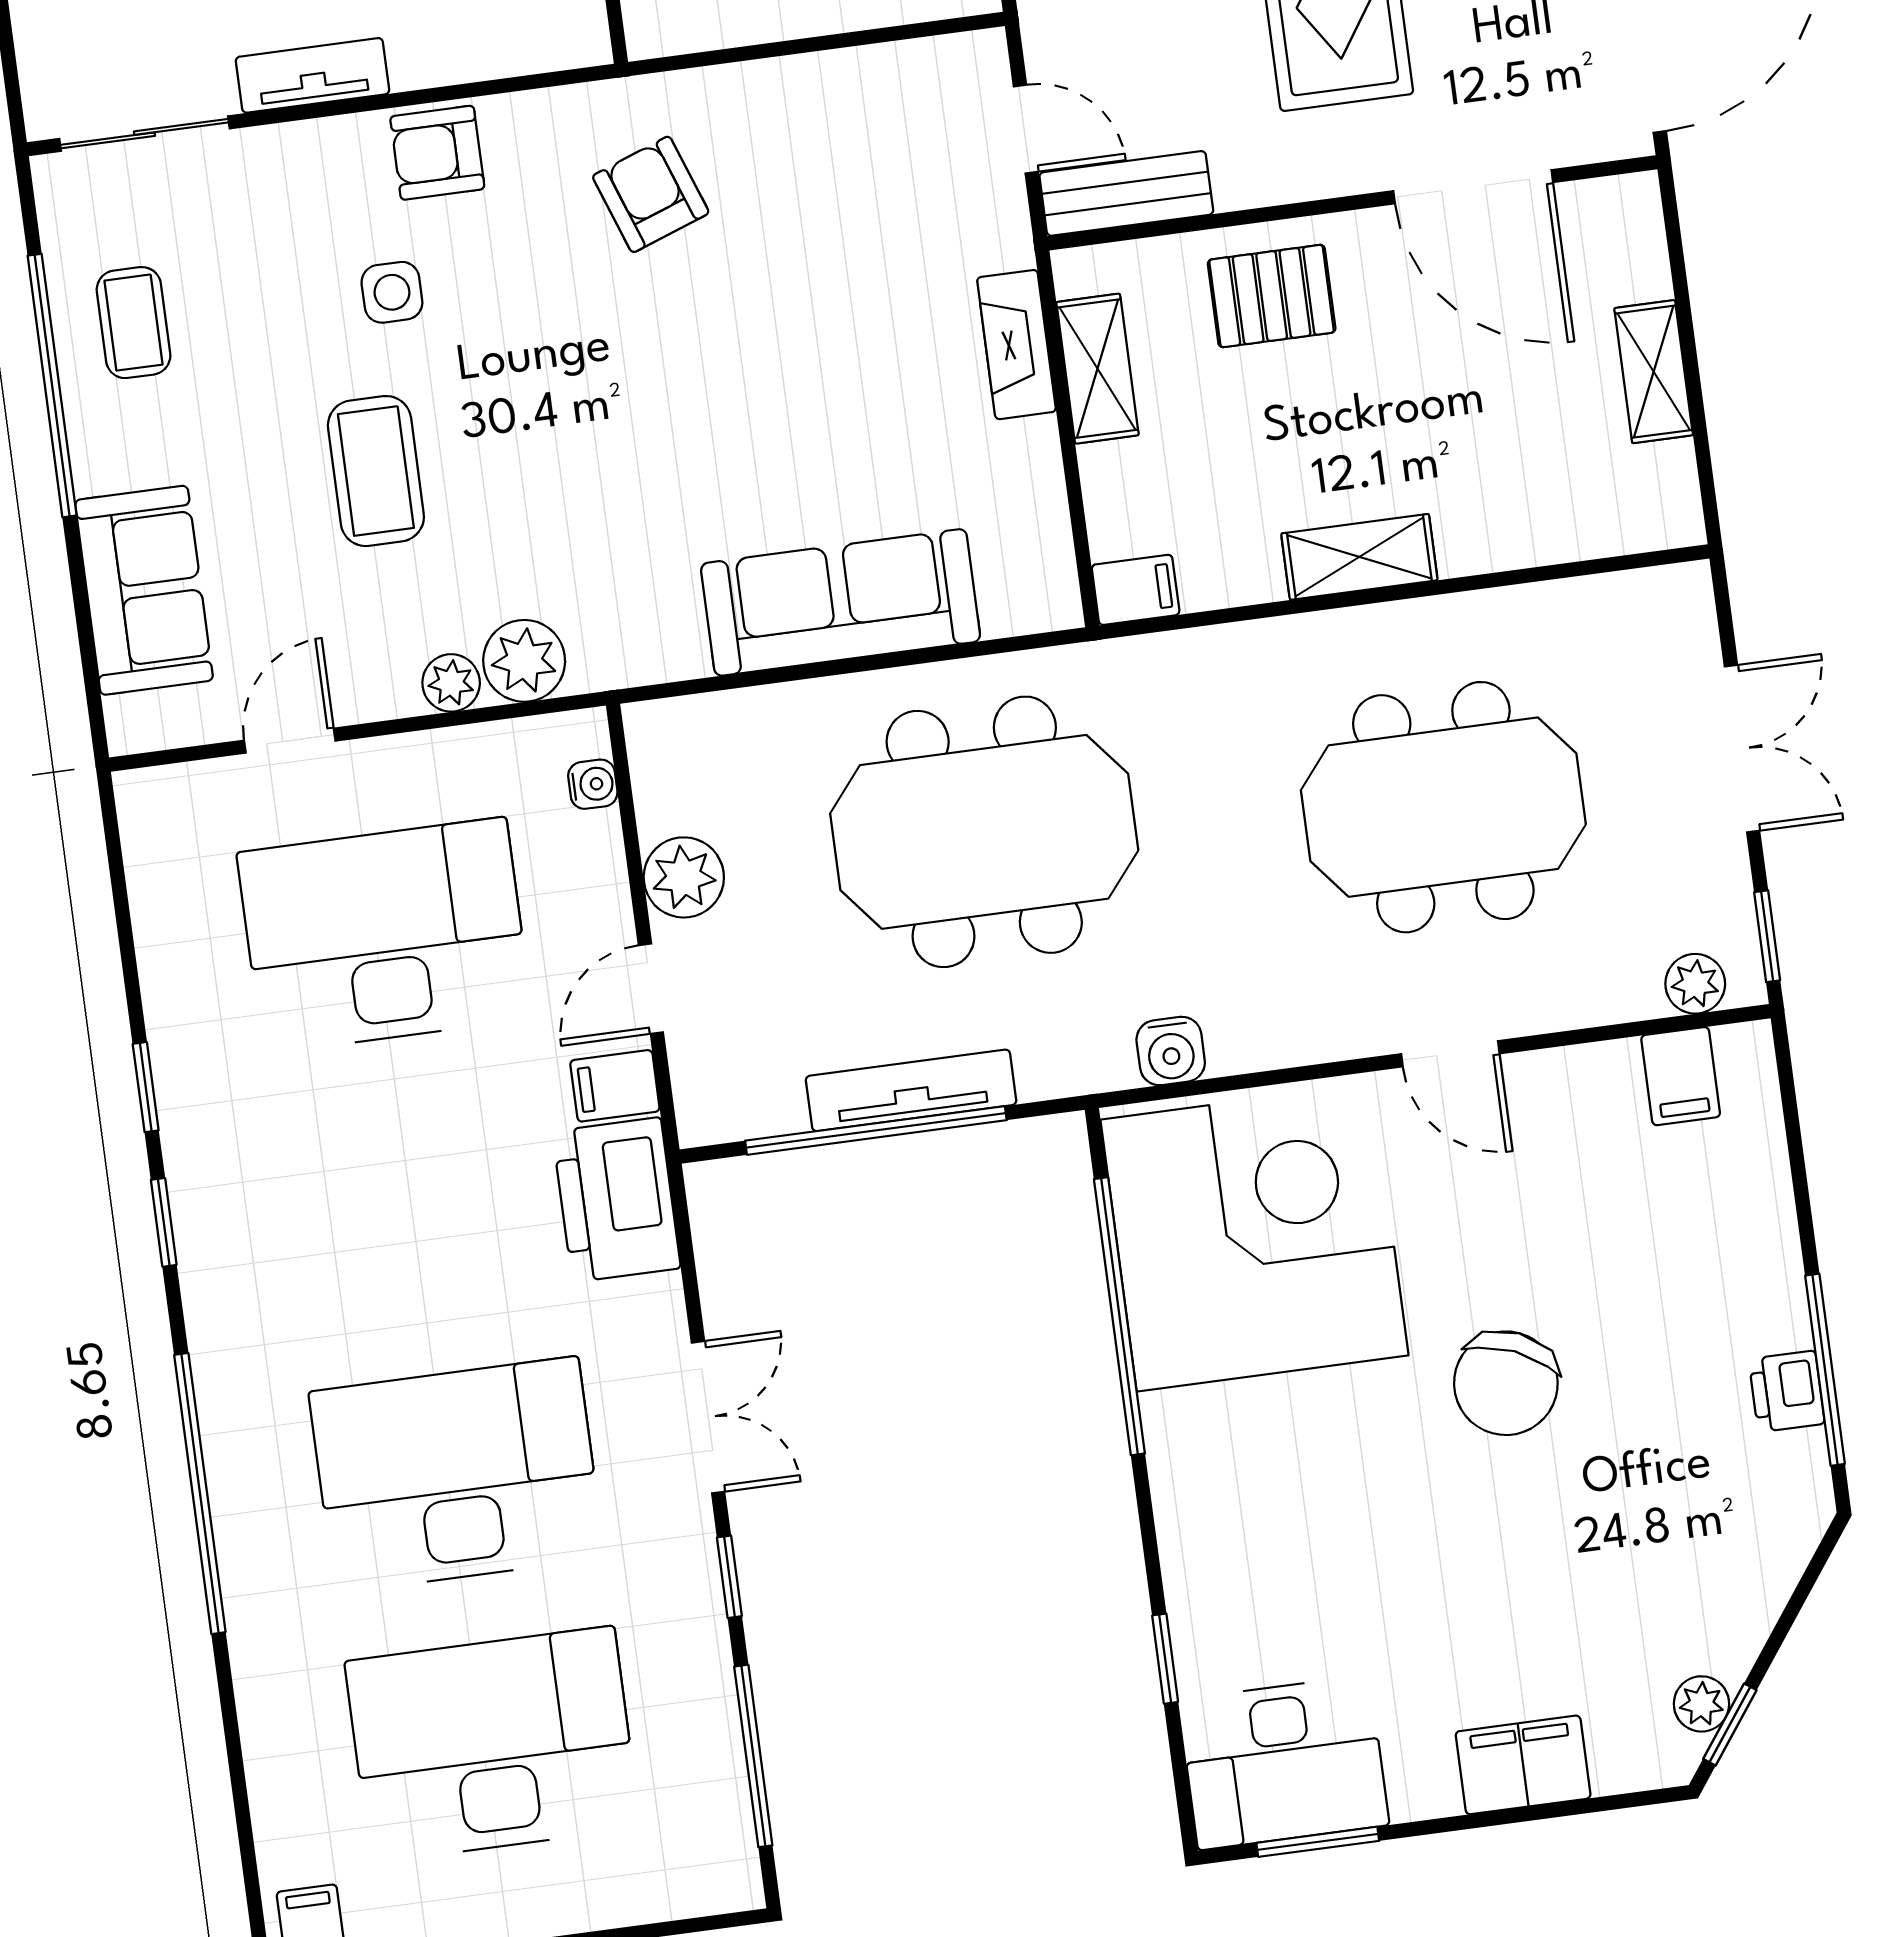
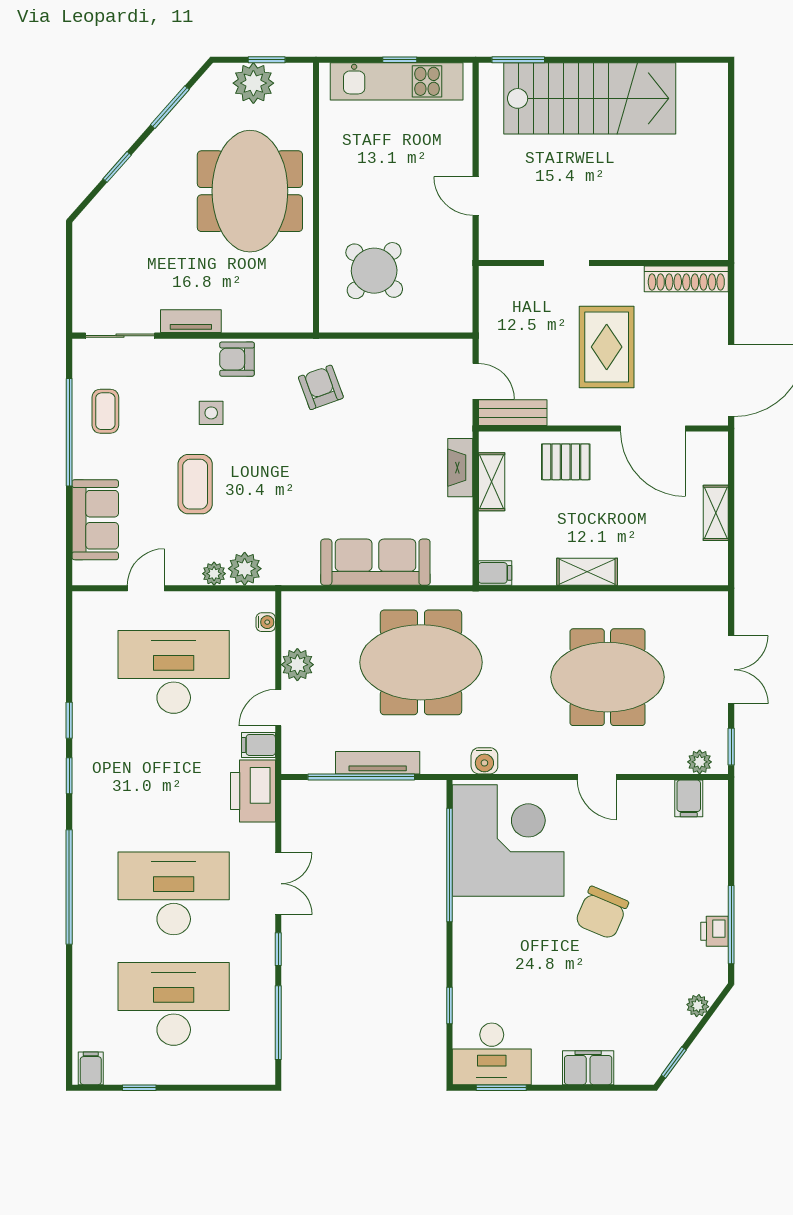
plant: (1701, 1704) -> (698, 1006), moved

